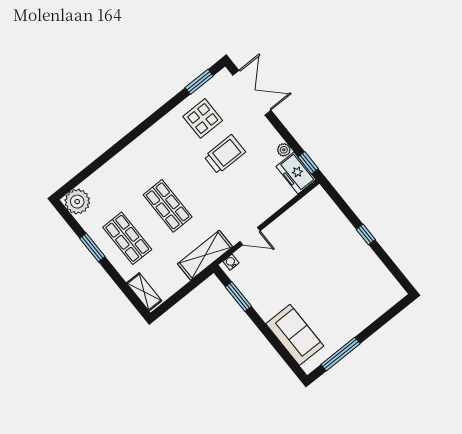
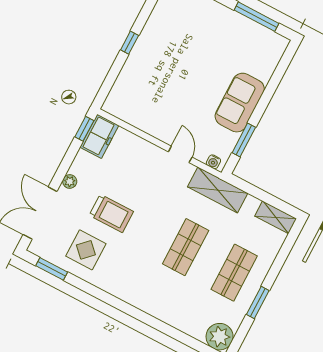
plant: (284, 150) -> (70, 181), moved
trolley: (225, 154) -> (111, 213), turned 180
shelving: (144, 292) -> (276, 217), moved, turned 90
sofa: (295, 335) -> (240, 103), moved

